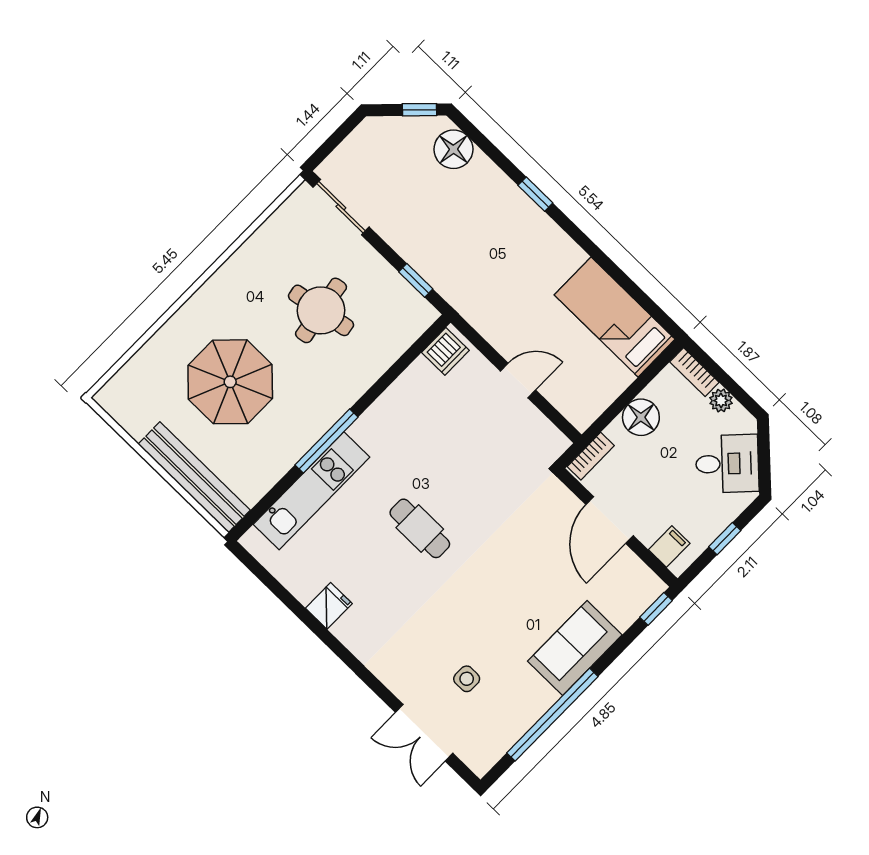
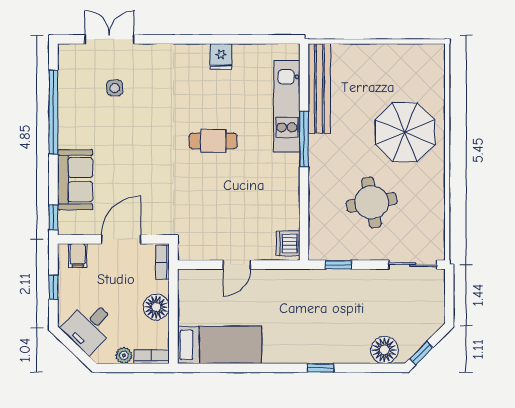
parasol: (230, 382) -> (405, 132), moved
bench: (194, 477) -> (319, 89), moved, turned 90
door: (610, 520) -> (121, 239), hinge flipped
sofa: (575, 648) -> (75, 180), moved

